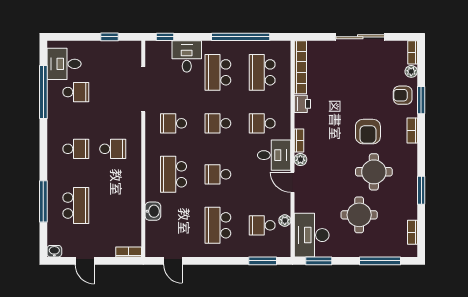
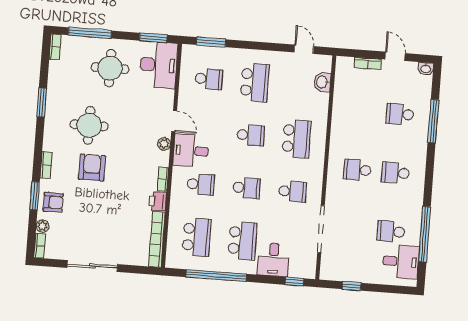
bookcase: (299, 141) -> (163, 179), moved
school desk: (76, 206) -> (400, 114), width x0.54
washbasin: (153, 211) -> (322, 82), moved
round table: (359, 215) -> (110, 68), moved
plant: (285, 220) -> (185, 82), removed
bookcase: (412, 232) -> (55, 47), moved
bookcase: (129, 252) -> (368, 63), moved

